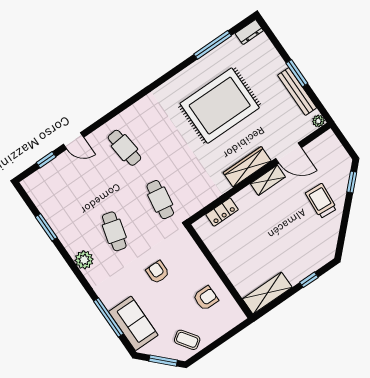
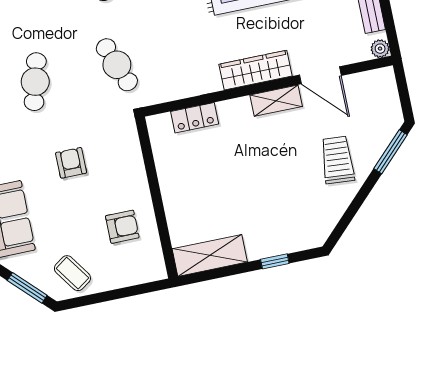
window: (352, 182) -> (391, 152), width x1.50
cafe table: (160, 200) -> (117, 65), turned -30

